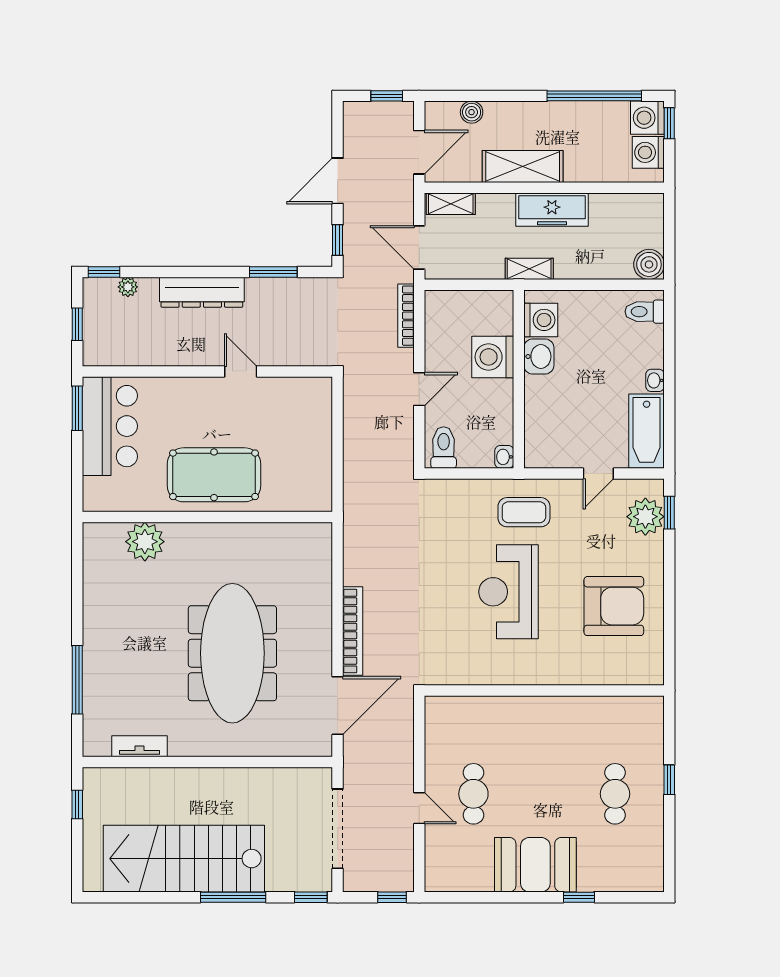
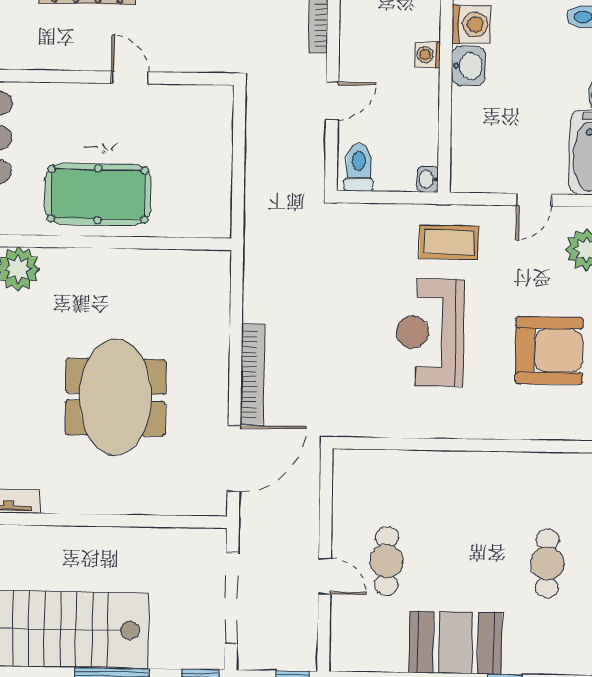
washing machine: (493, 357) -> (428, 55), width x0.53, depth x0.53
meeting table: (232, 653) -> (116, 397), width x0.73

